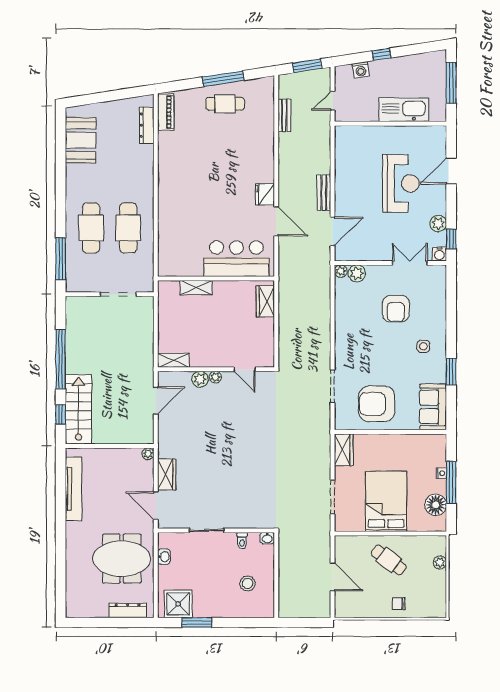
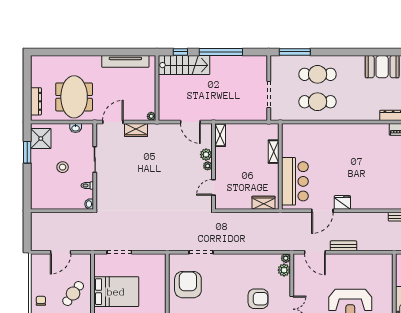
armchair: (396, 309) -> (258, 299), turned 180
wardrobe: (344, 450) -> (154, 260), removed
stool: (247, 584) -> (63, 167), moved

